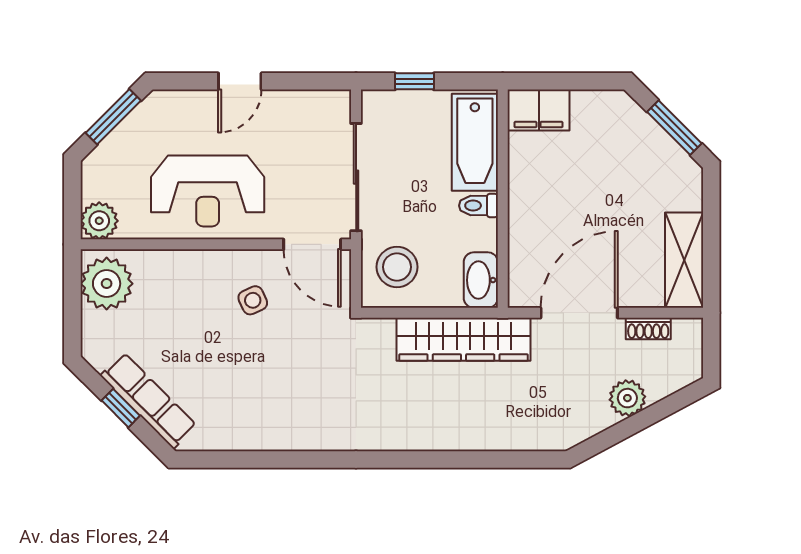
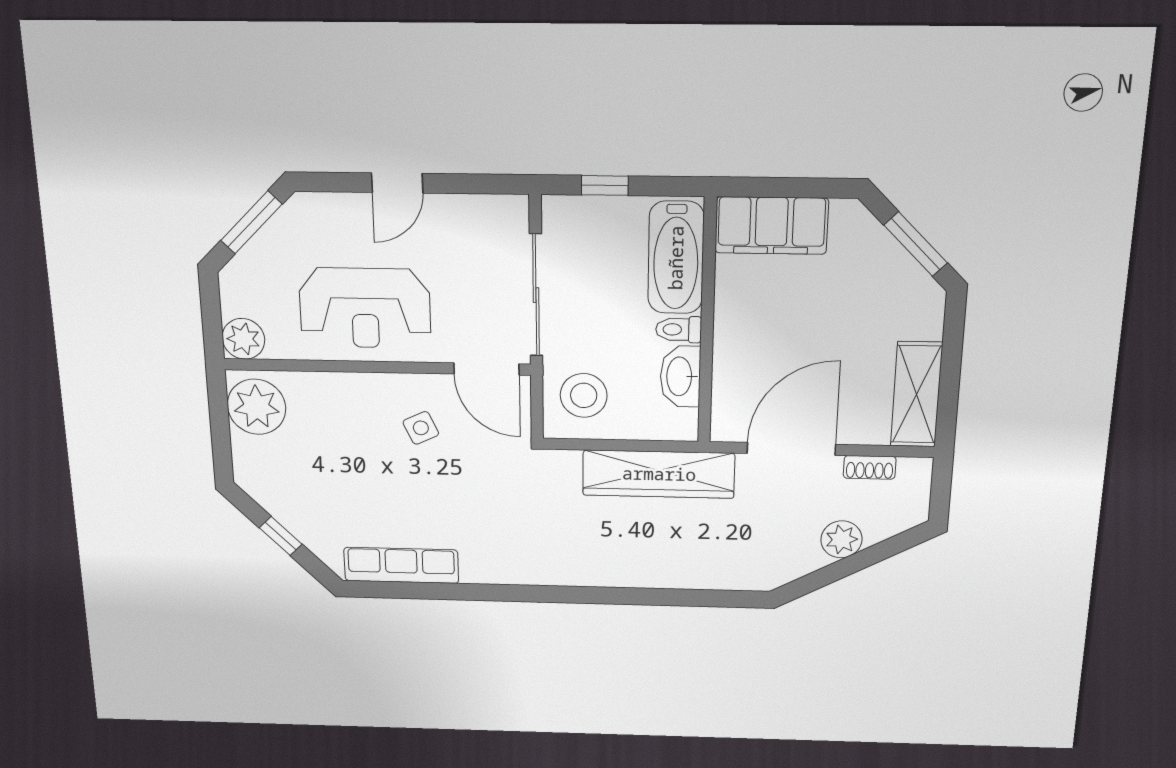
filing cabinet: (539, 110) -> (771, 226), width x1.50, depth x1.17
washbasin: (481, 280) -> (680, 376), moved
row of seats: (148, 400) -> (401, 565), moved, turned -45

